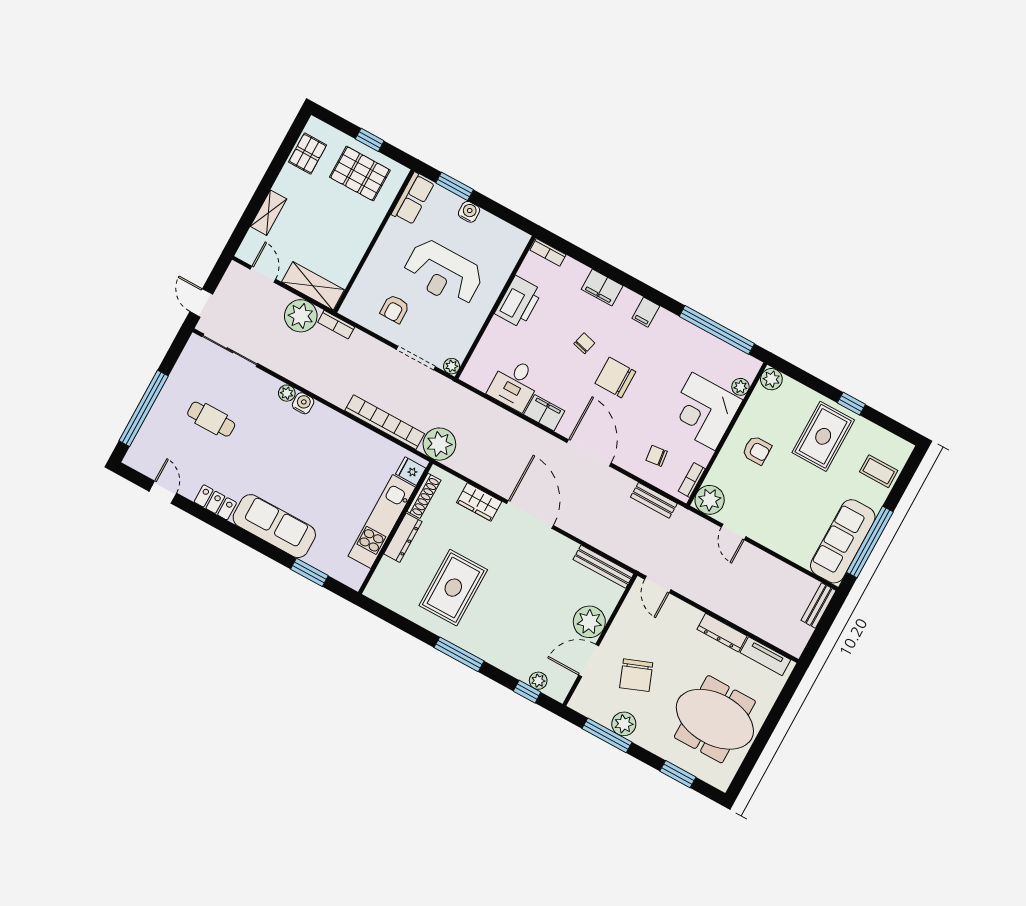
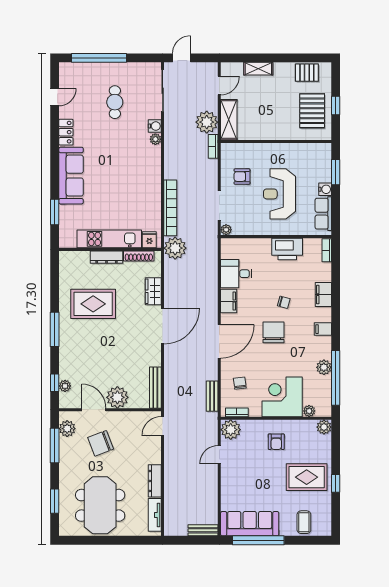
row of seats: (413, 199) -> (323, 214), moved, turned 90
plant: (695, 338) -> (324, 367), added
water cooler: (303, 403) -> (155, 126), moved
plant: (624, 724) -> (67, 429), moved

